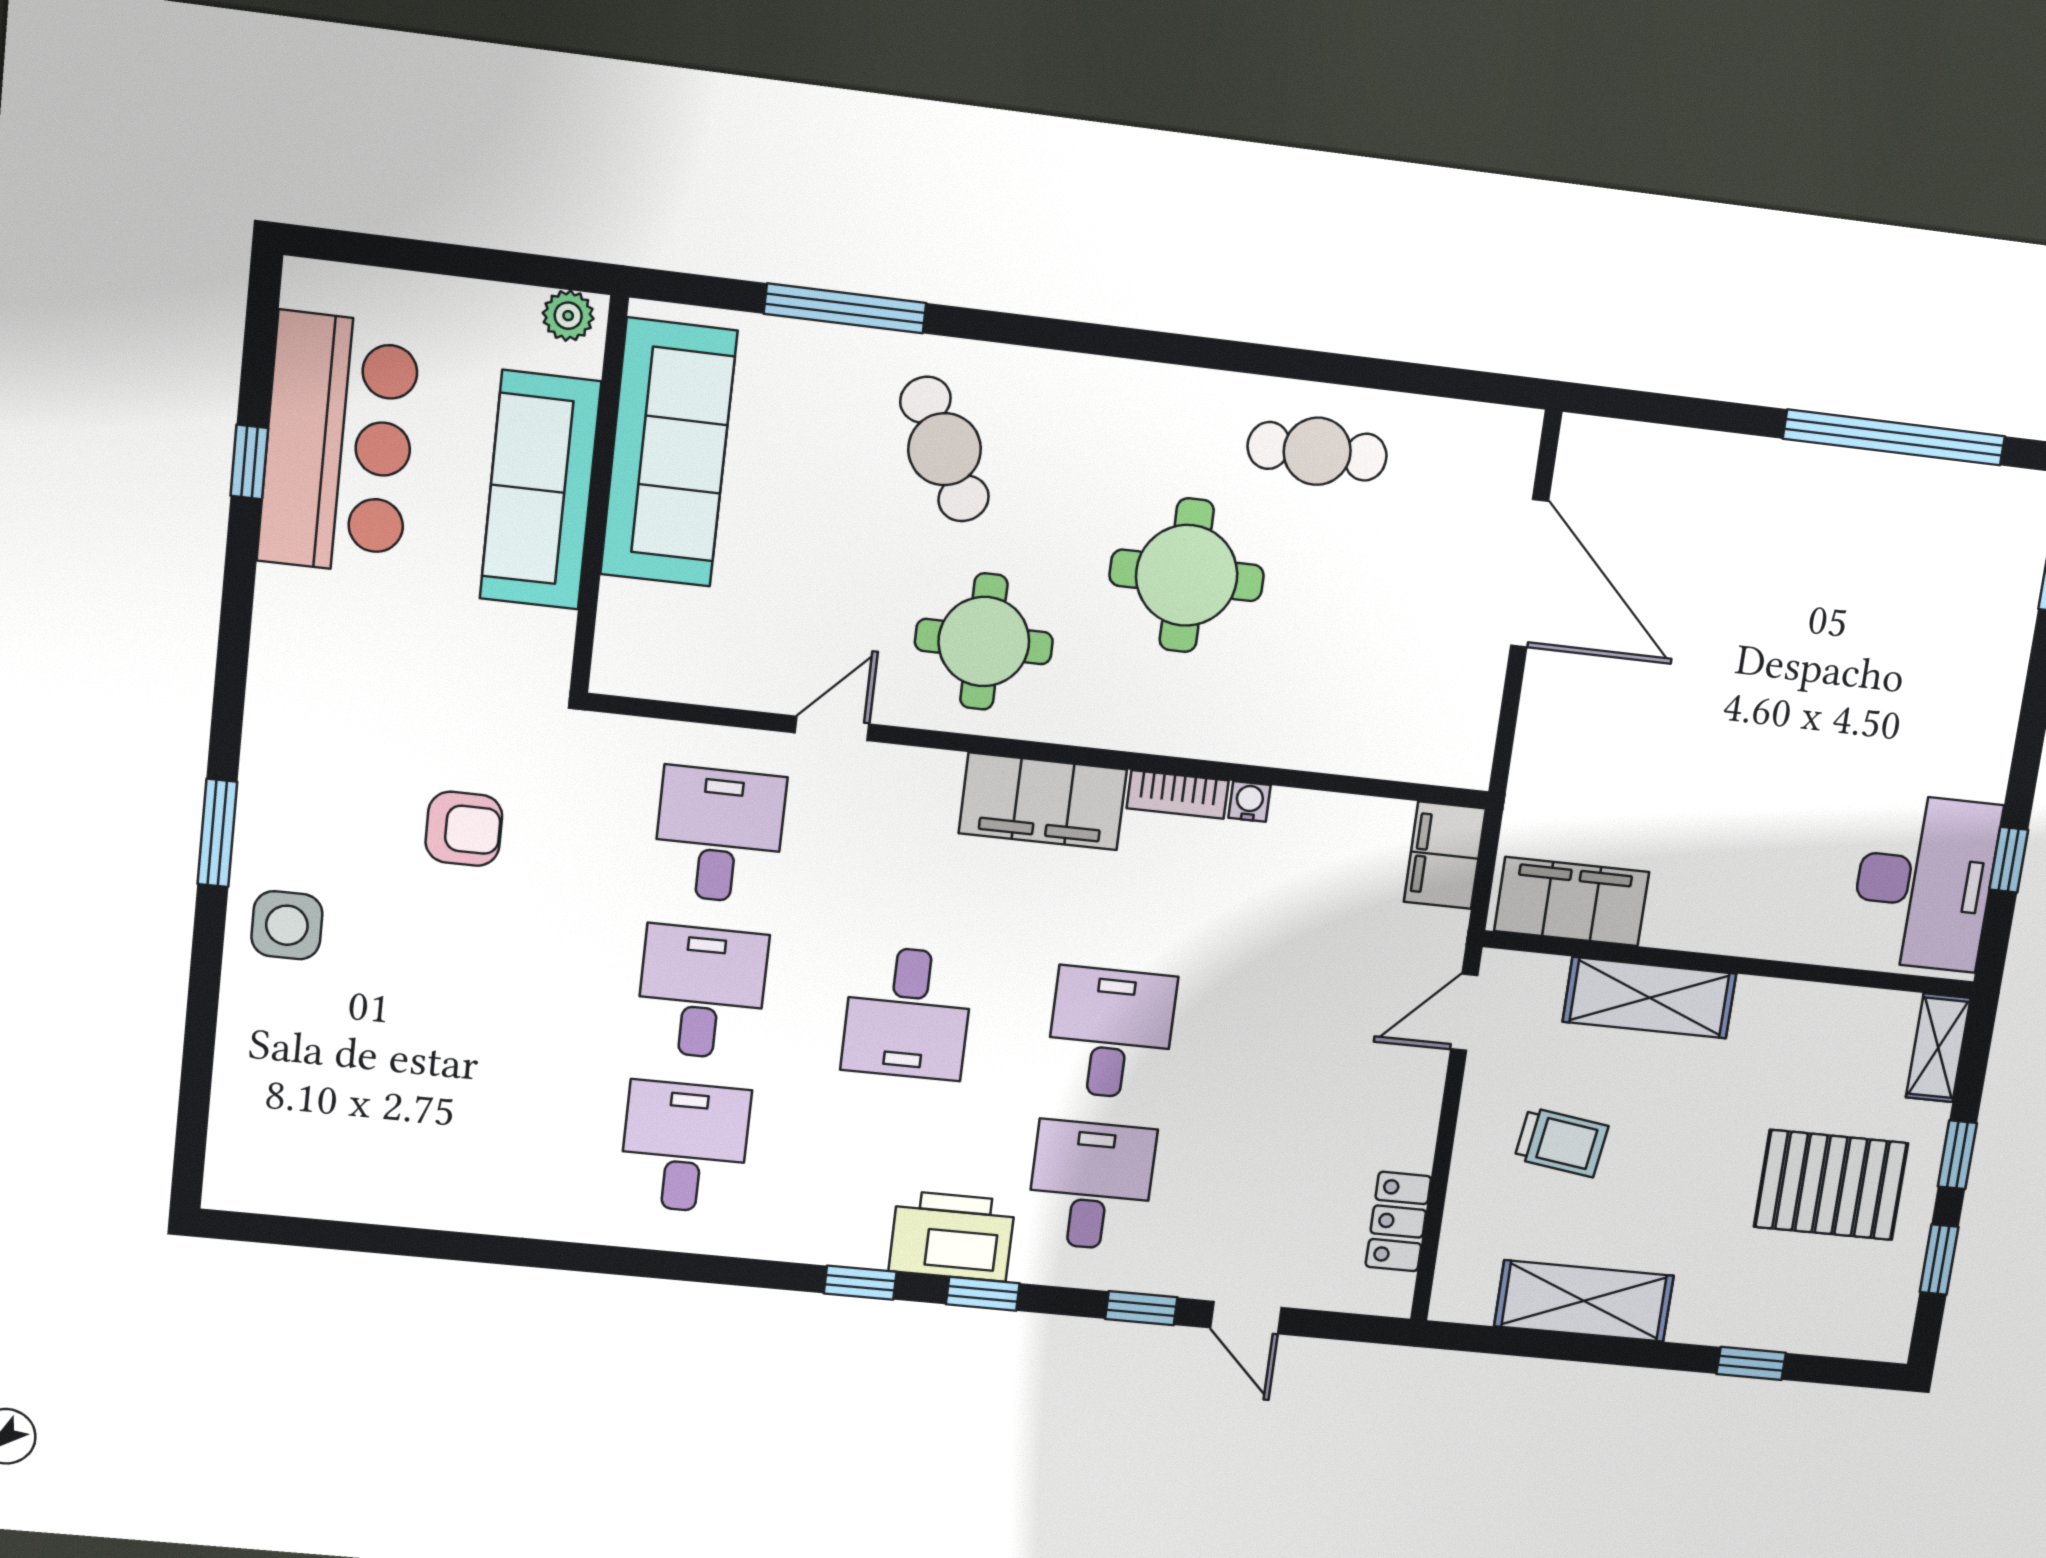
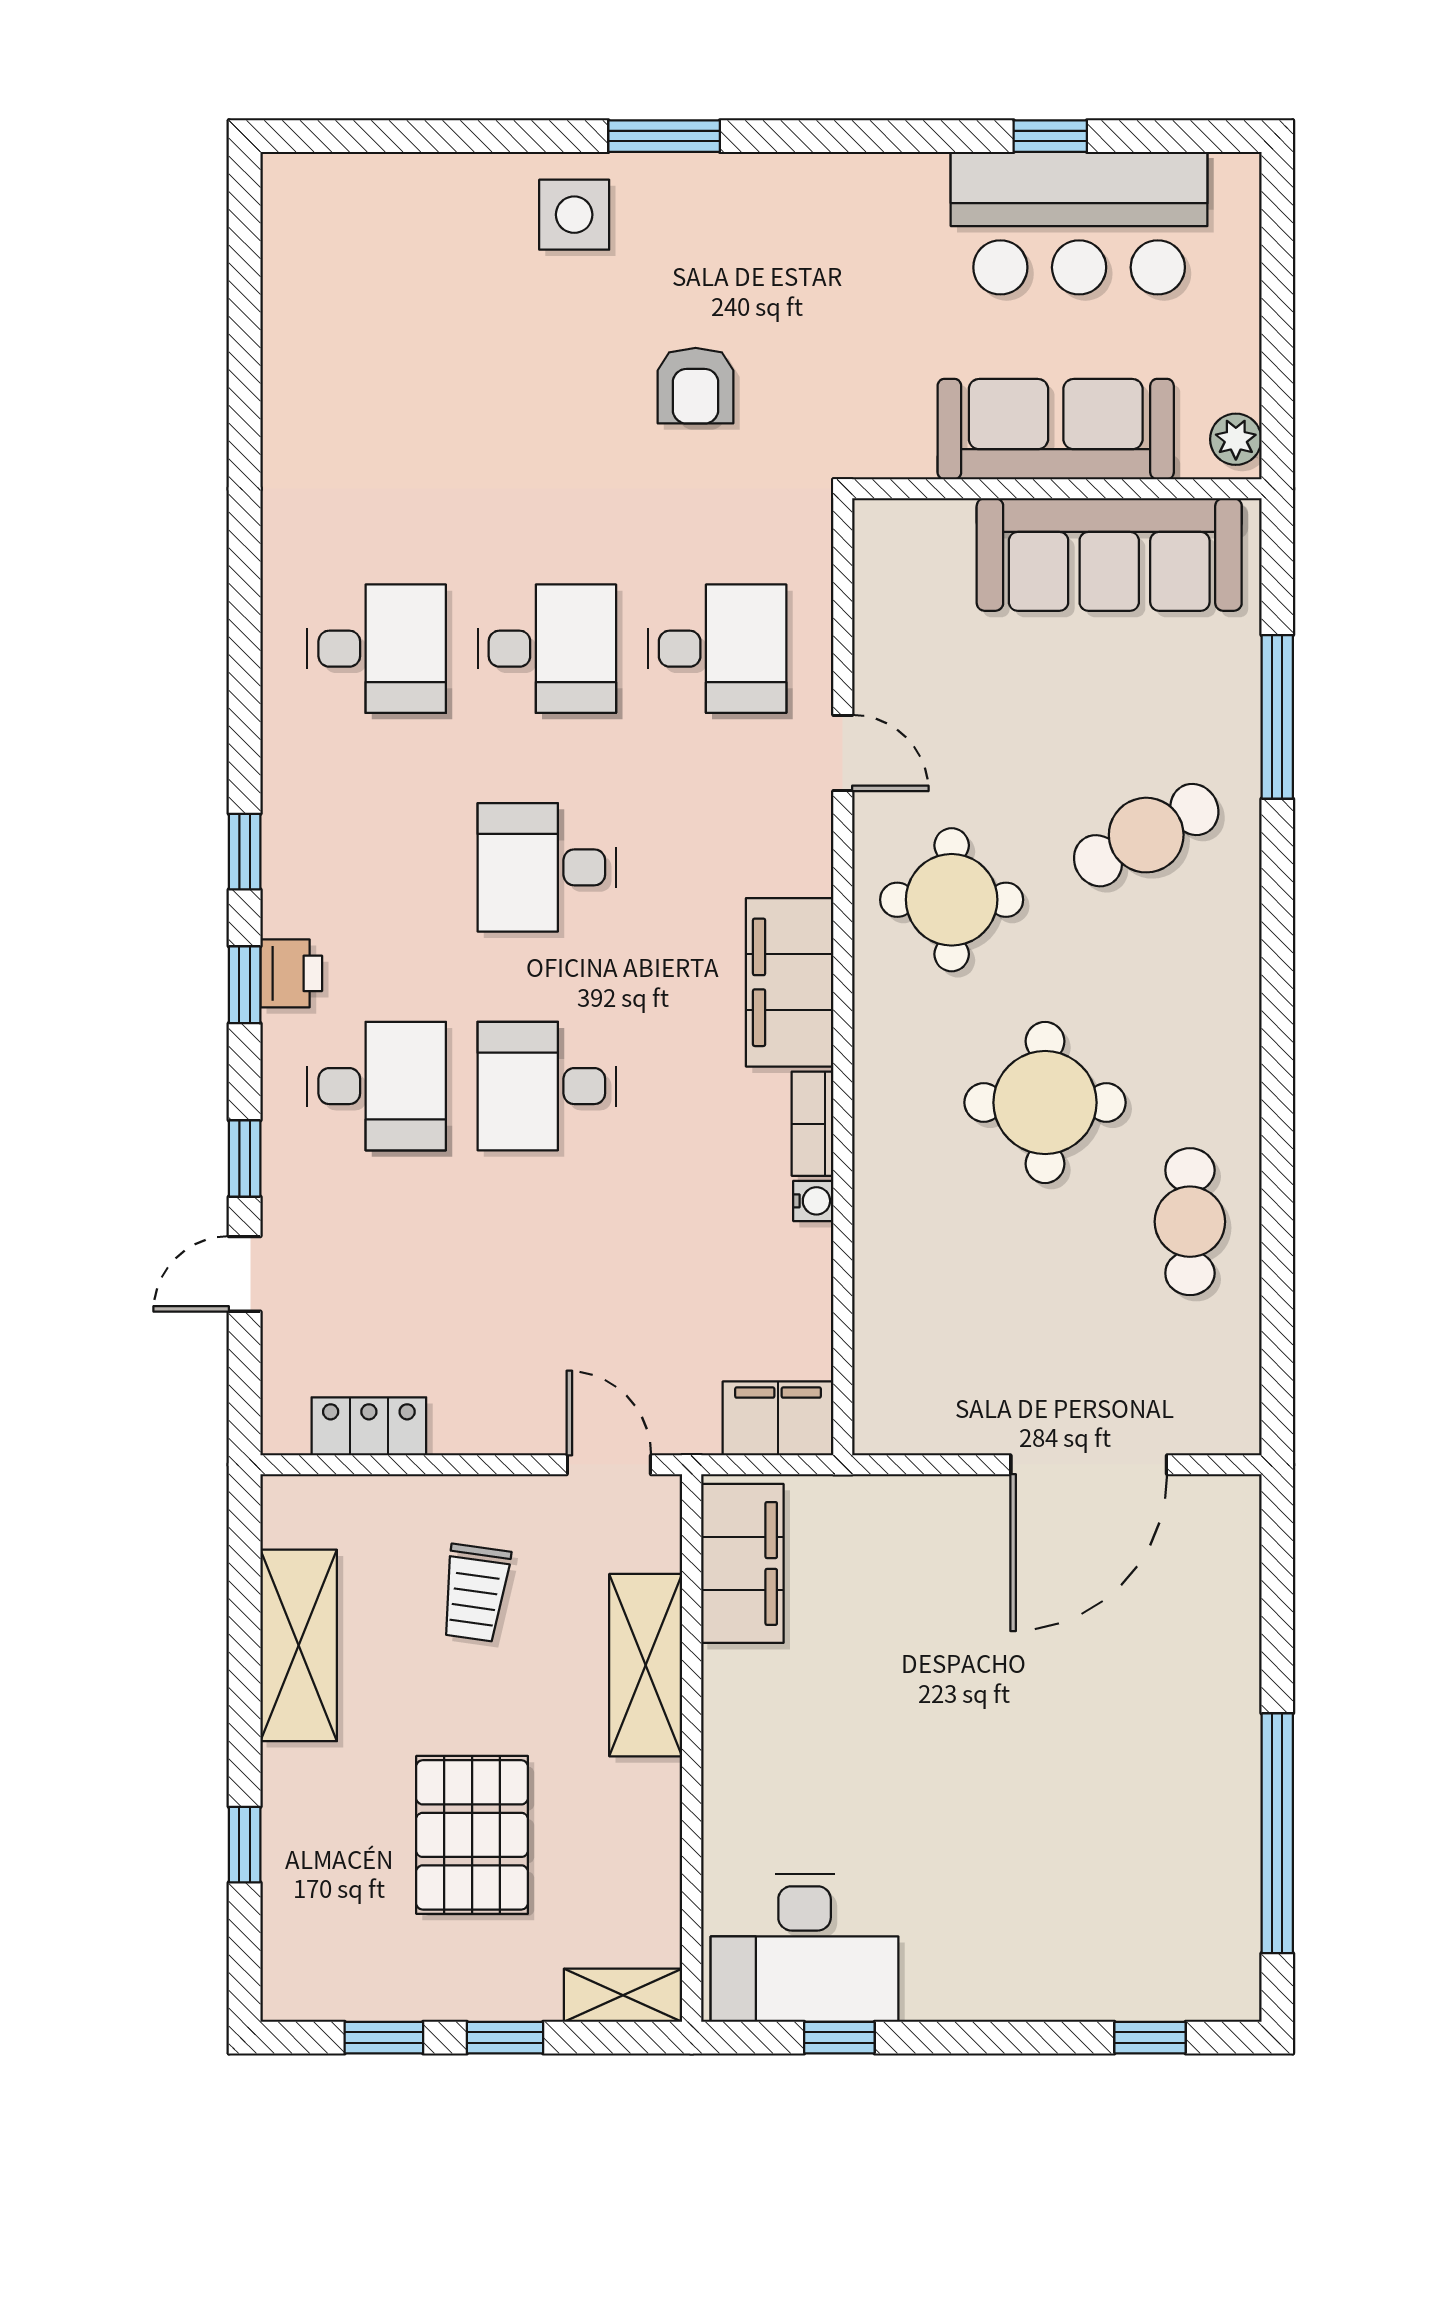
desk: (1111, 1033) -> (547, 1086), turned 180
pallet: (1831, 1185) -> (472, 1835), moved
printer: (952, 1236) -> (291, 973), width x0.53, depth x0.68

